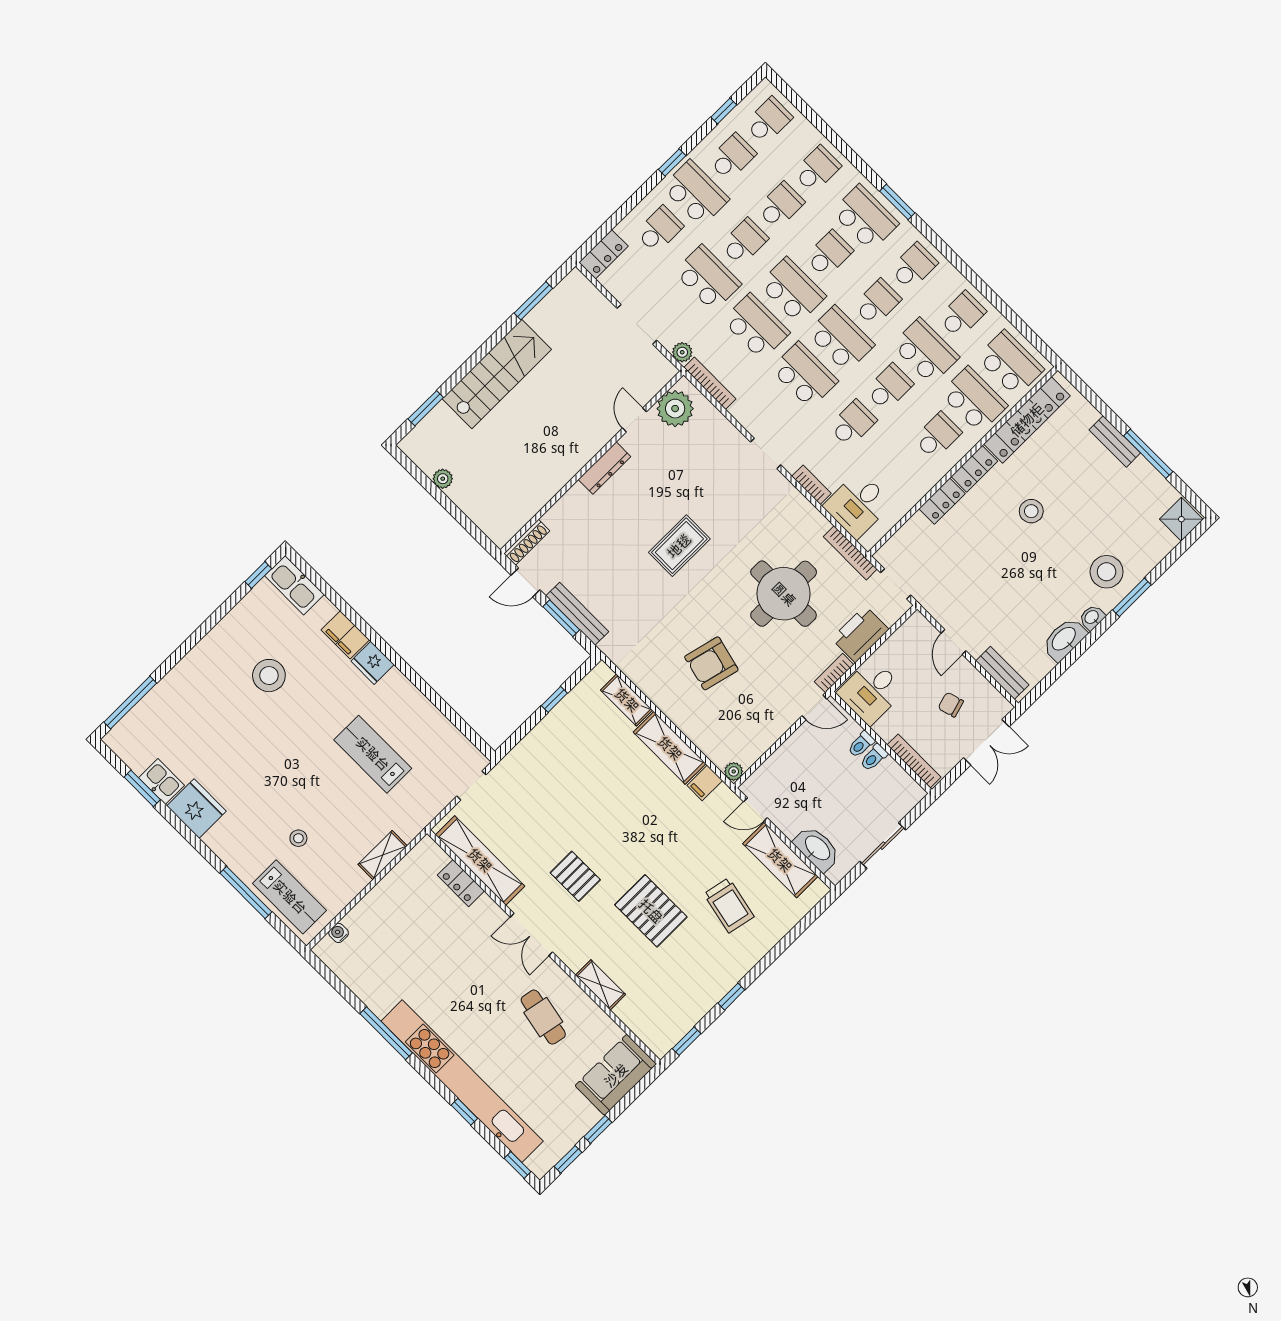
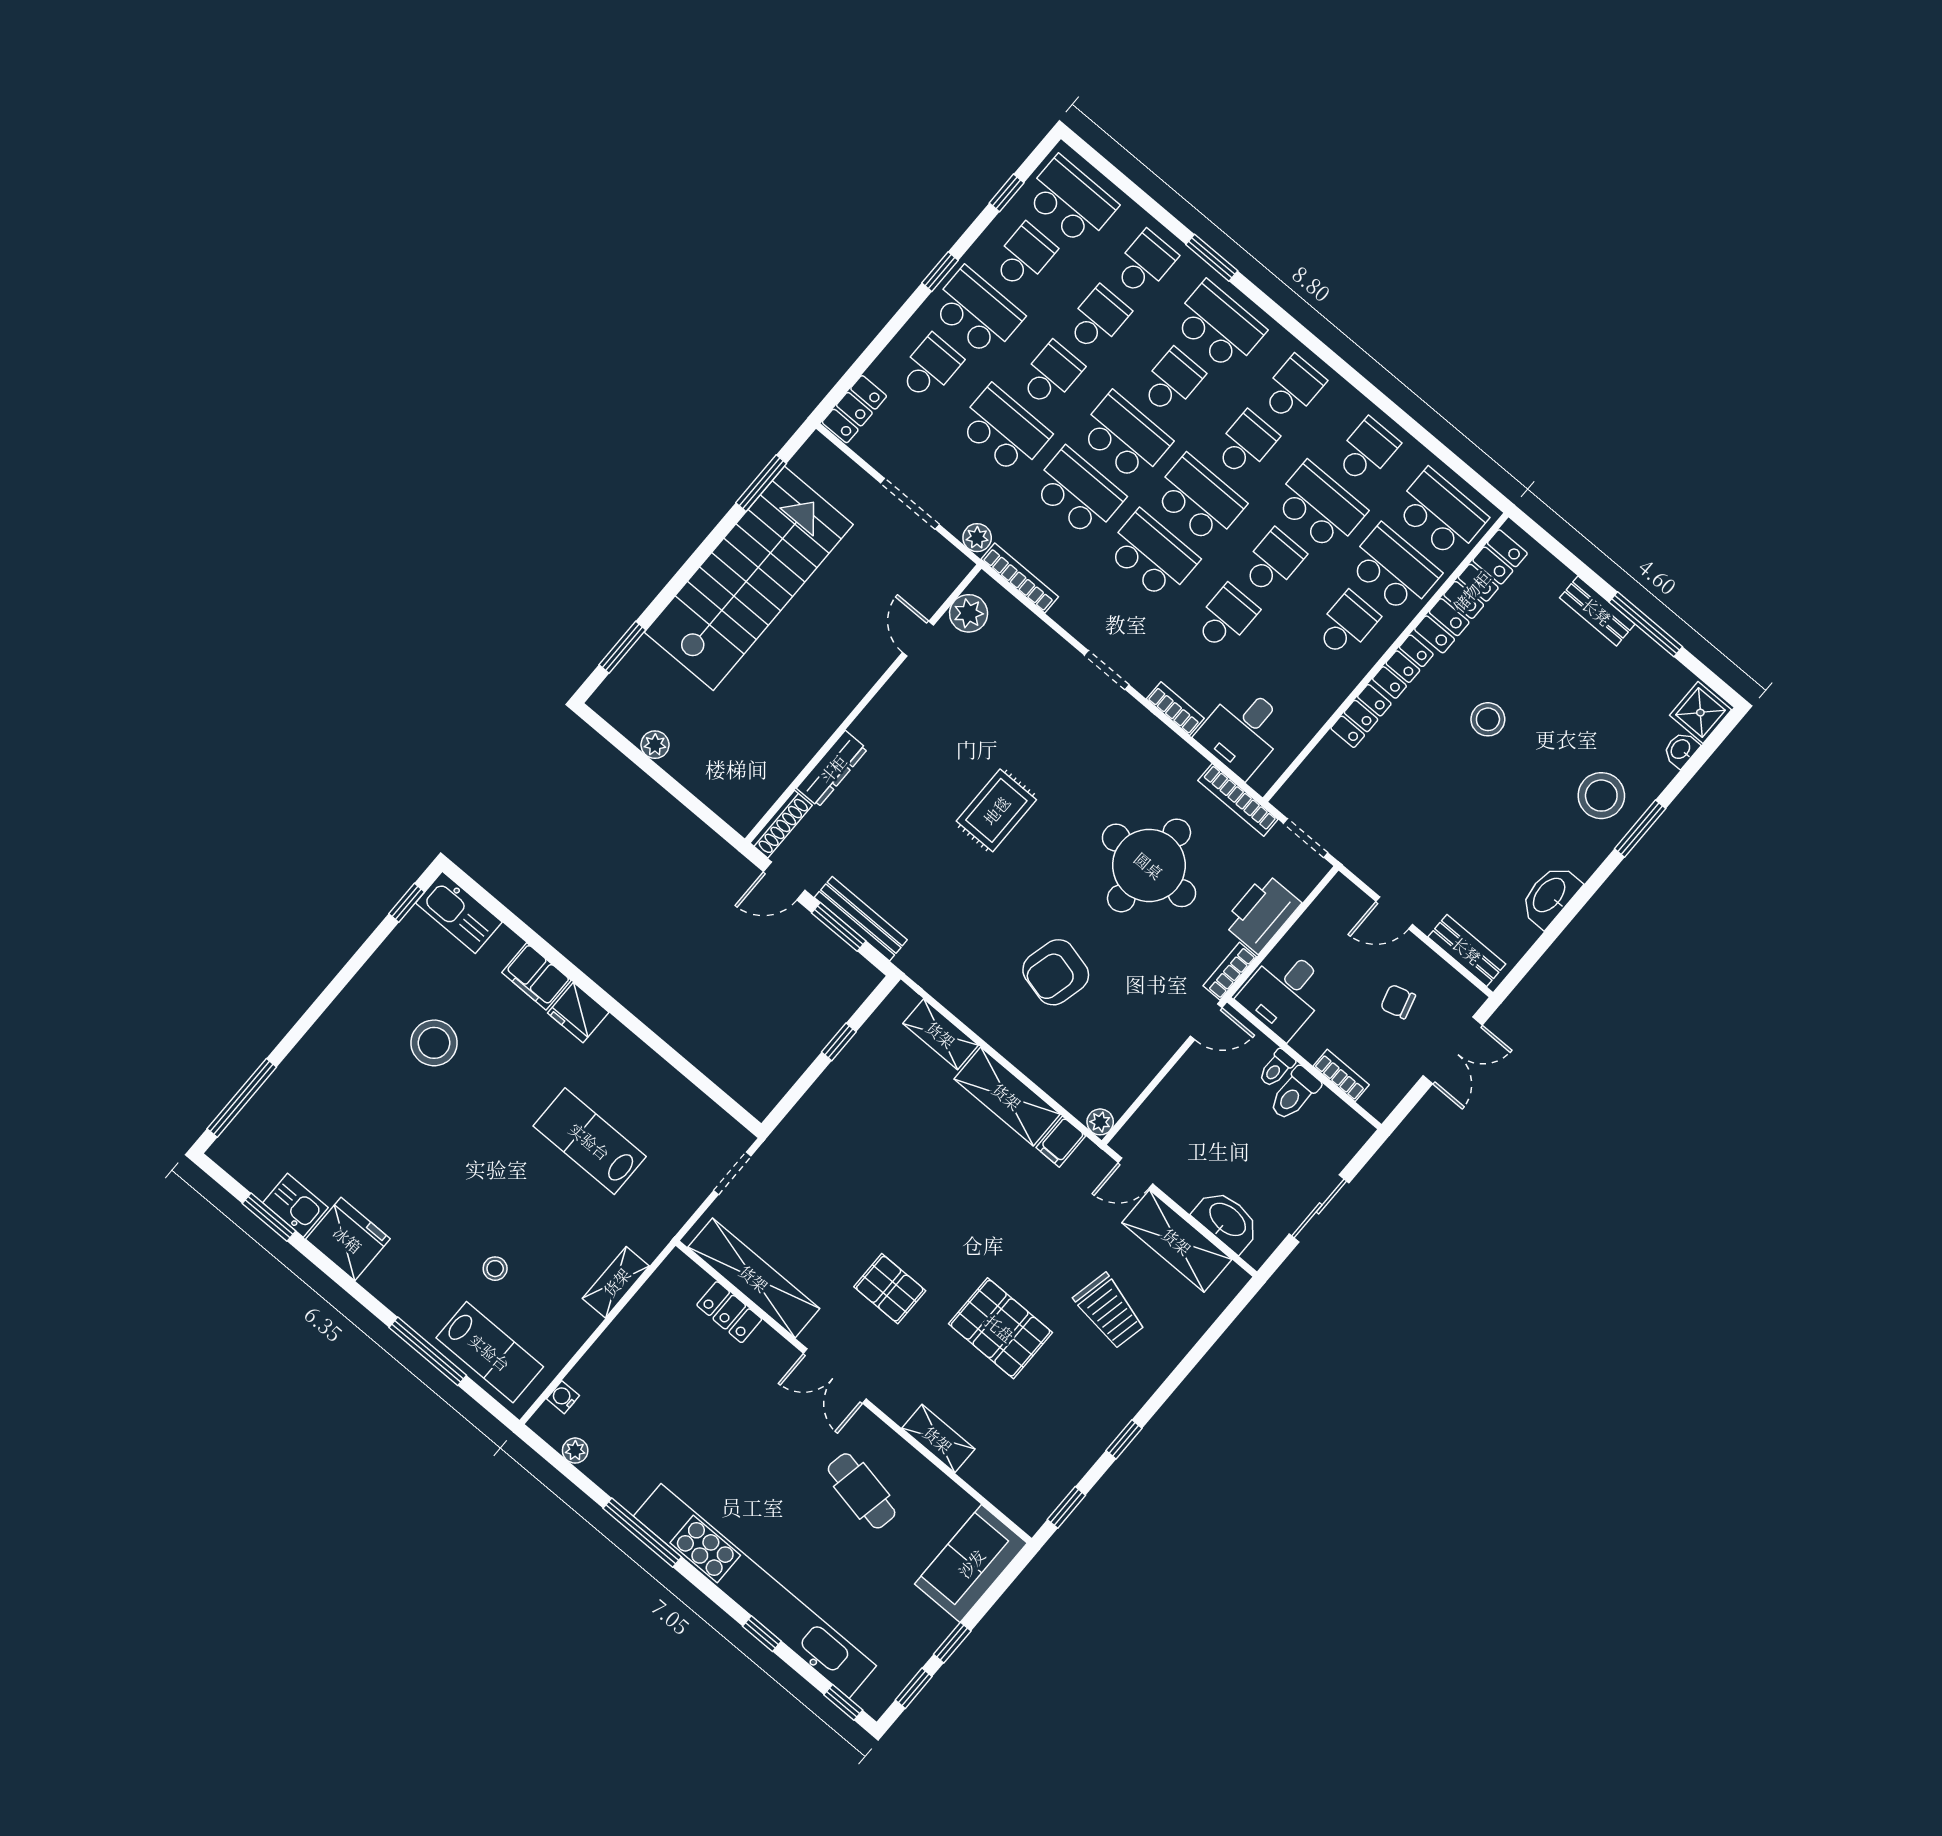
school desk: (769, 121) -> (1071, 201), width x1.85
window: (897, 202) -> (1212, 258), moved
stairs: (497, 374) -> (749, 578), width x1.36, depth x1.51
plant: (675, 409) -> (969, 613), width x0.73, depth x0.73
dresser: (604, 468) -> (832, 769), moved
washbasin: (1092, 617) -> (1681, 750), moved
door: (954, 642) -> (1394, 913), hinge flipped
toilet: (874, 757) -> (1294, 1094), width x1.37, depth x1.39
bookcase: (914, 761) -> (1341, 1075), width x0.64
plant: (344, 971) -> (575, 1451), added

